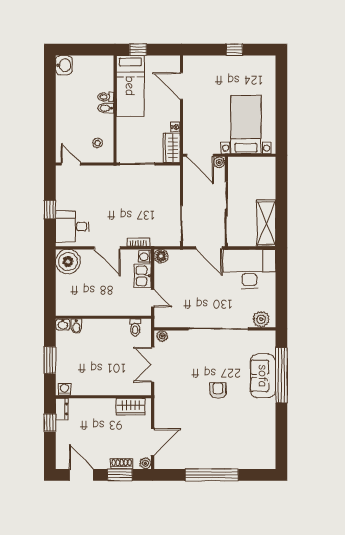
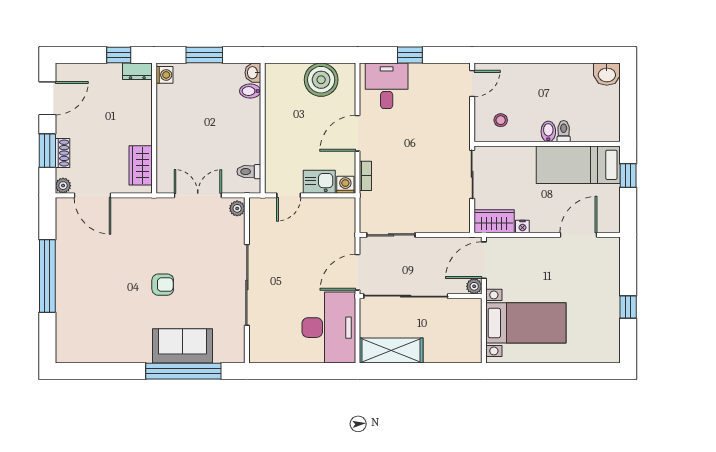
floor lamp: (161, 256) -> (346, 207), removed
boiler: (68, 262) -> (321, 80), moved
plant: (261, 319) -> (260, 344), removed

